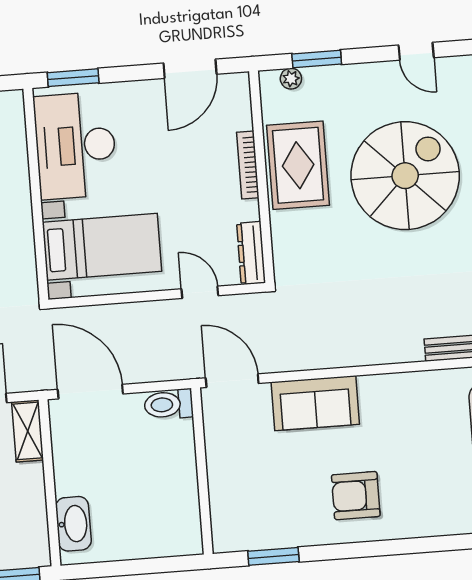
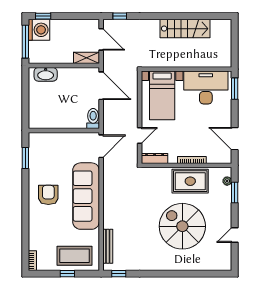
spiral stairs: (405, 176) -> (182, 226), turned 180
door: (90, 392) -> (101, 86), hinge flipped
sofa: (315, 403) -> (86, 196), width x1.85, depth x1.27

